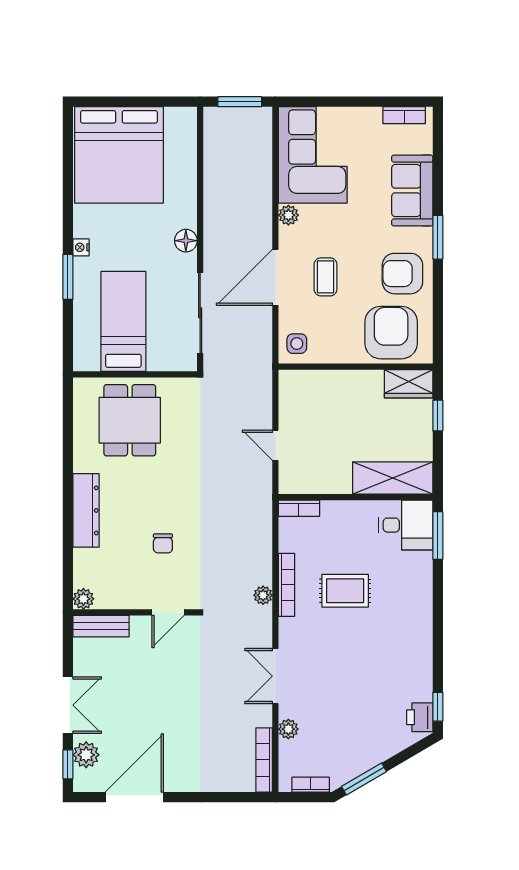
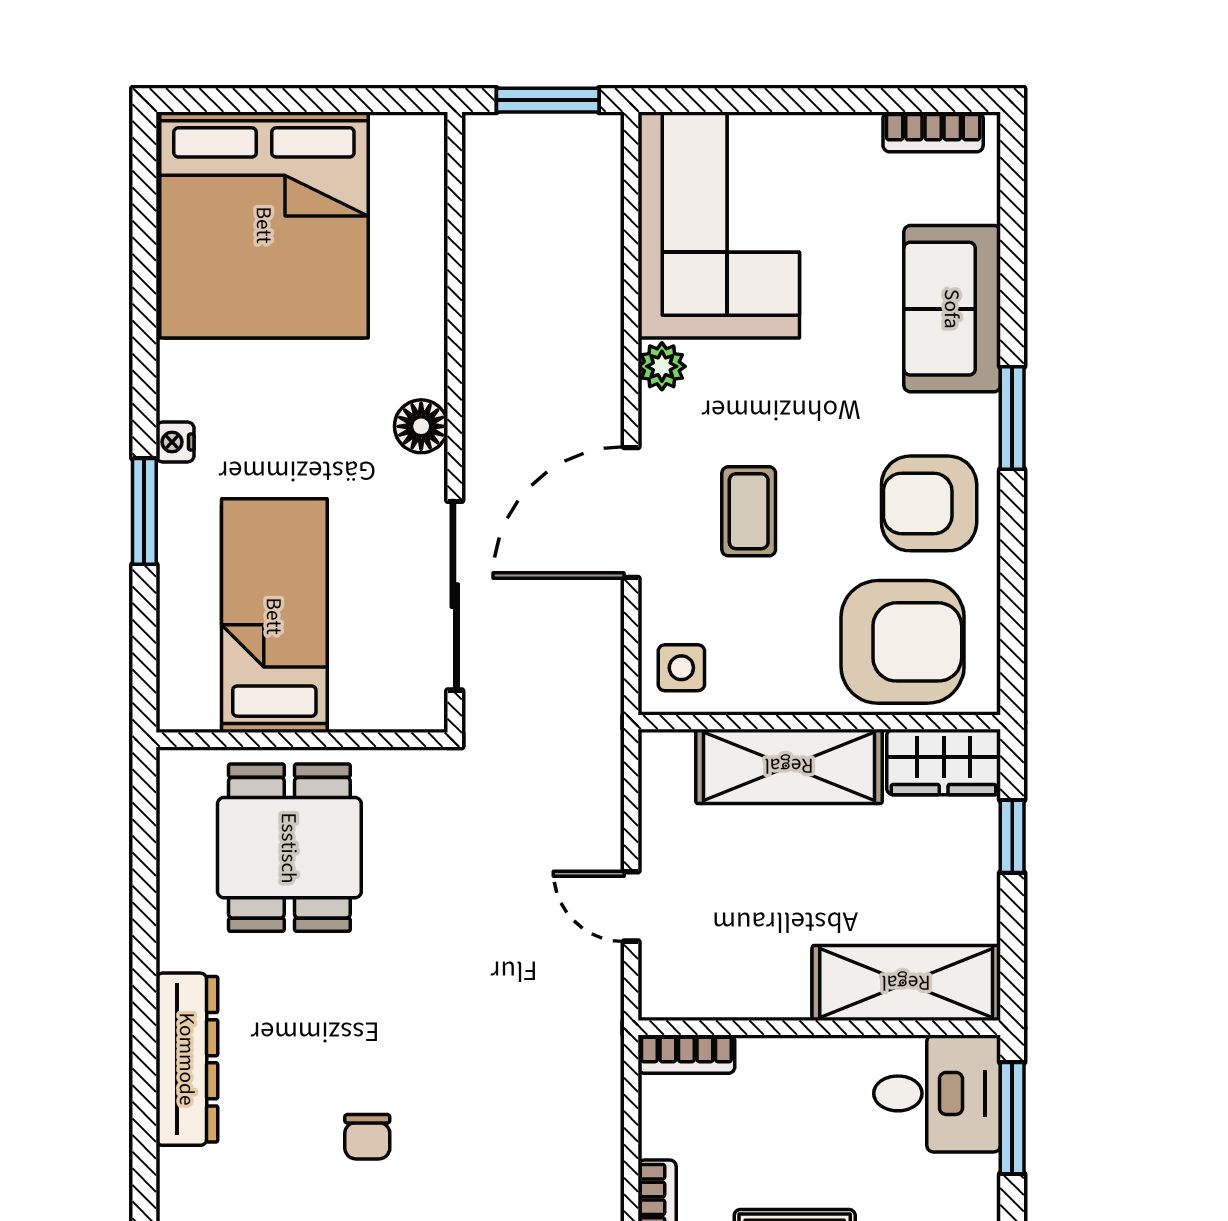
armchair: (391, 333) -> (903, 642), turned 90
shelving: (343, 386) -> (789, 766), added

